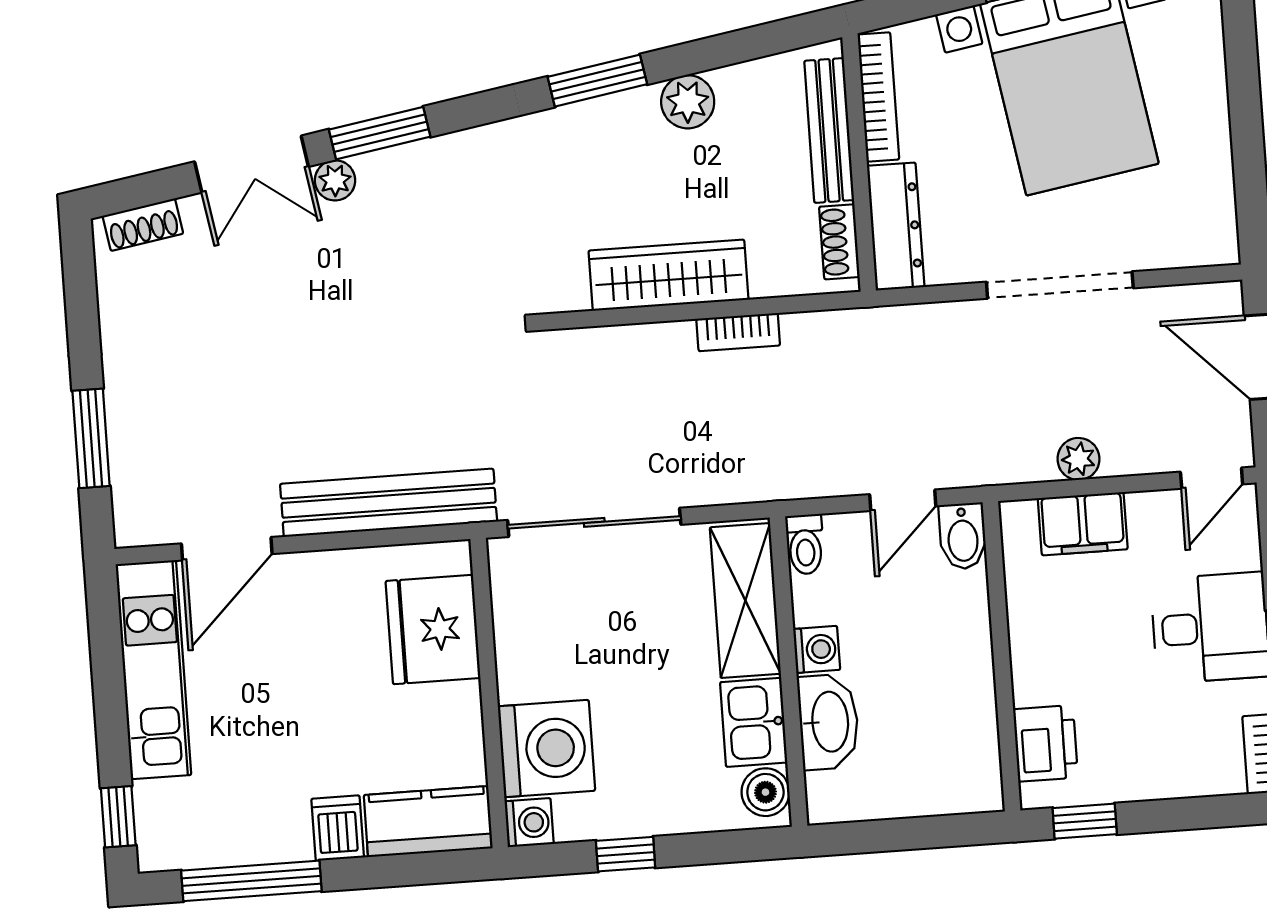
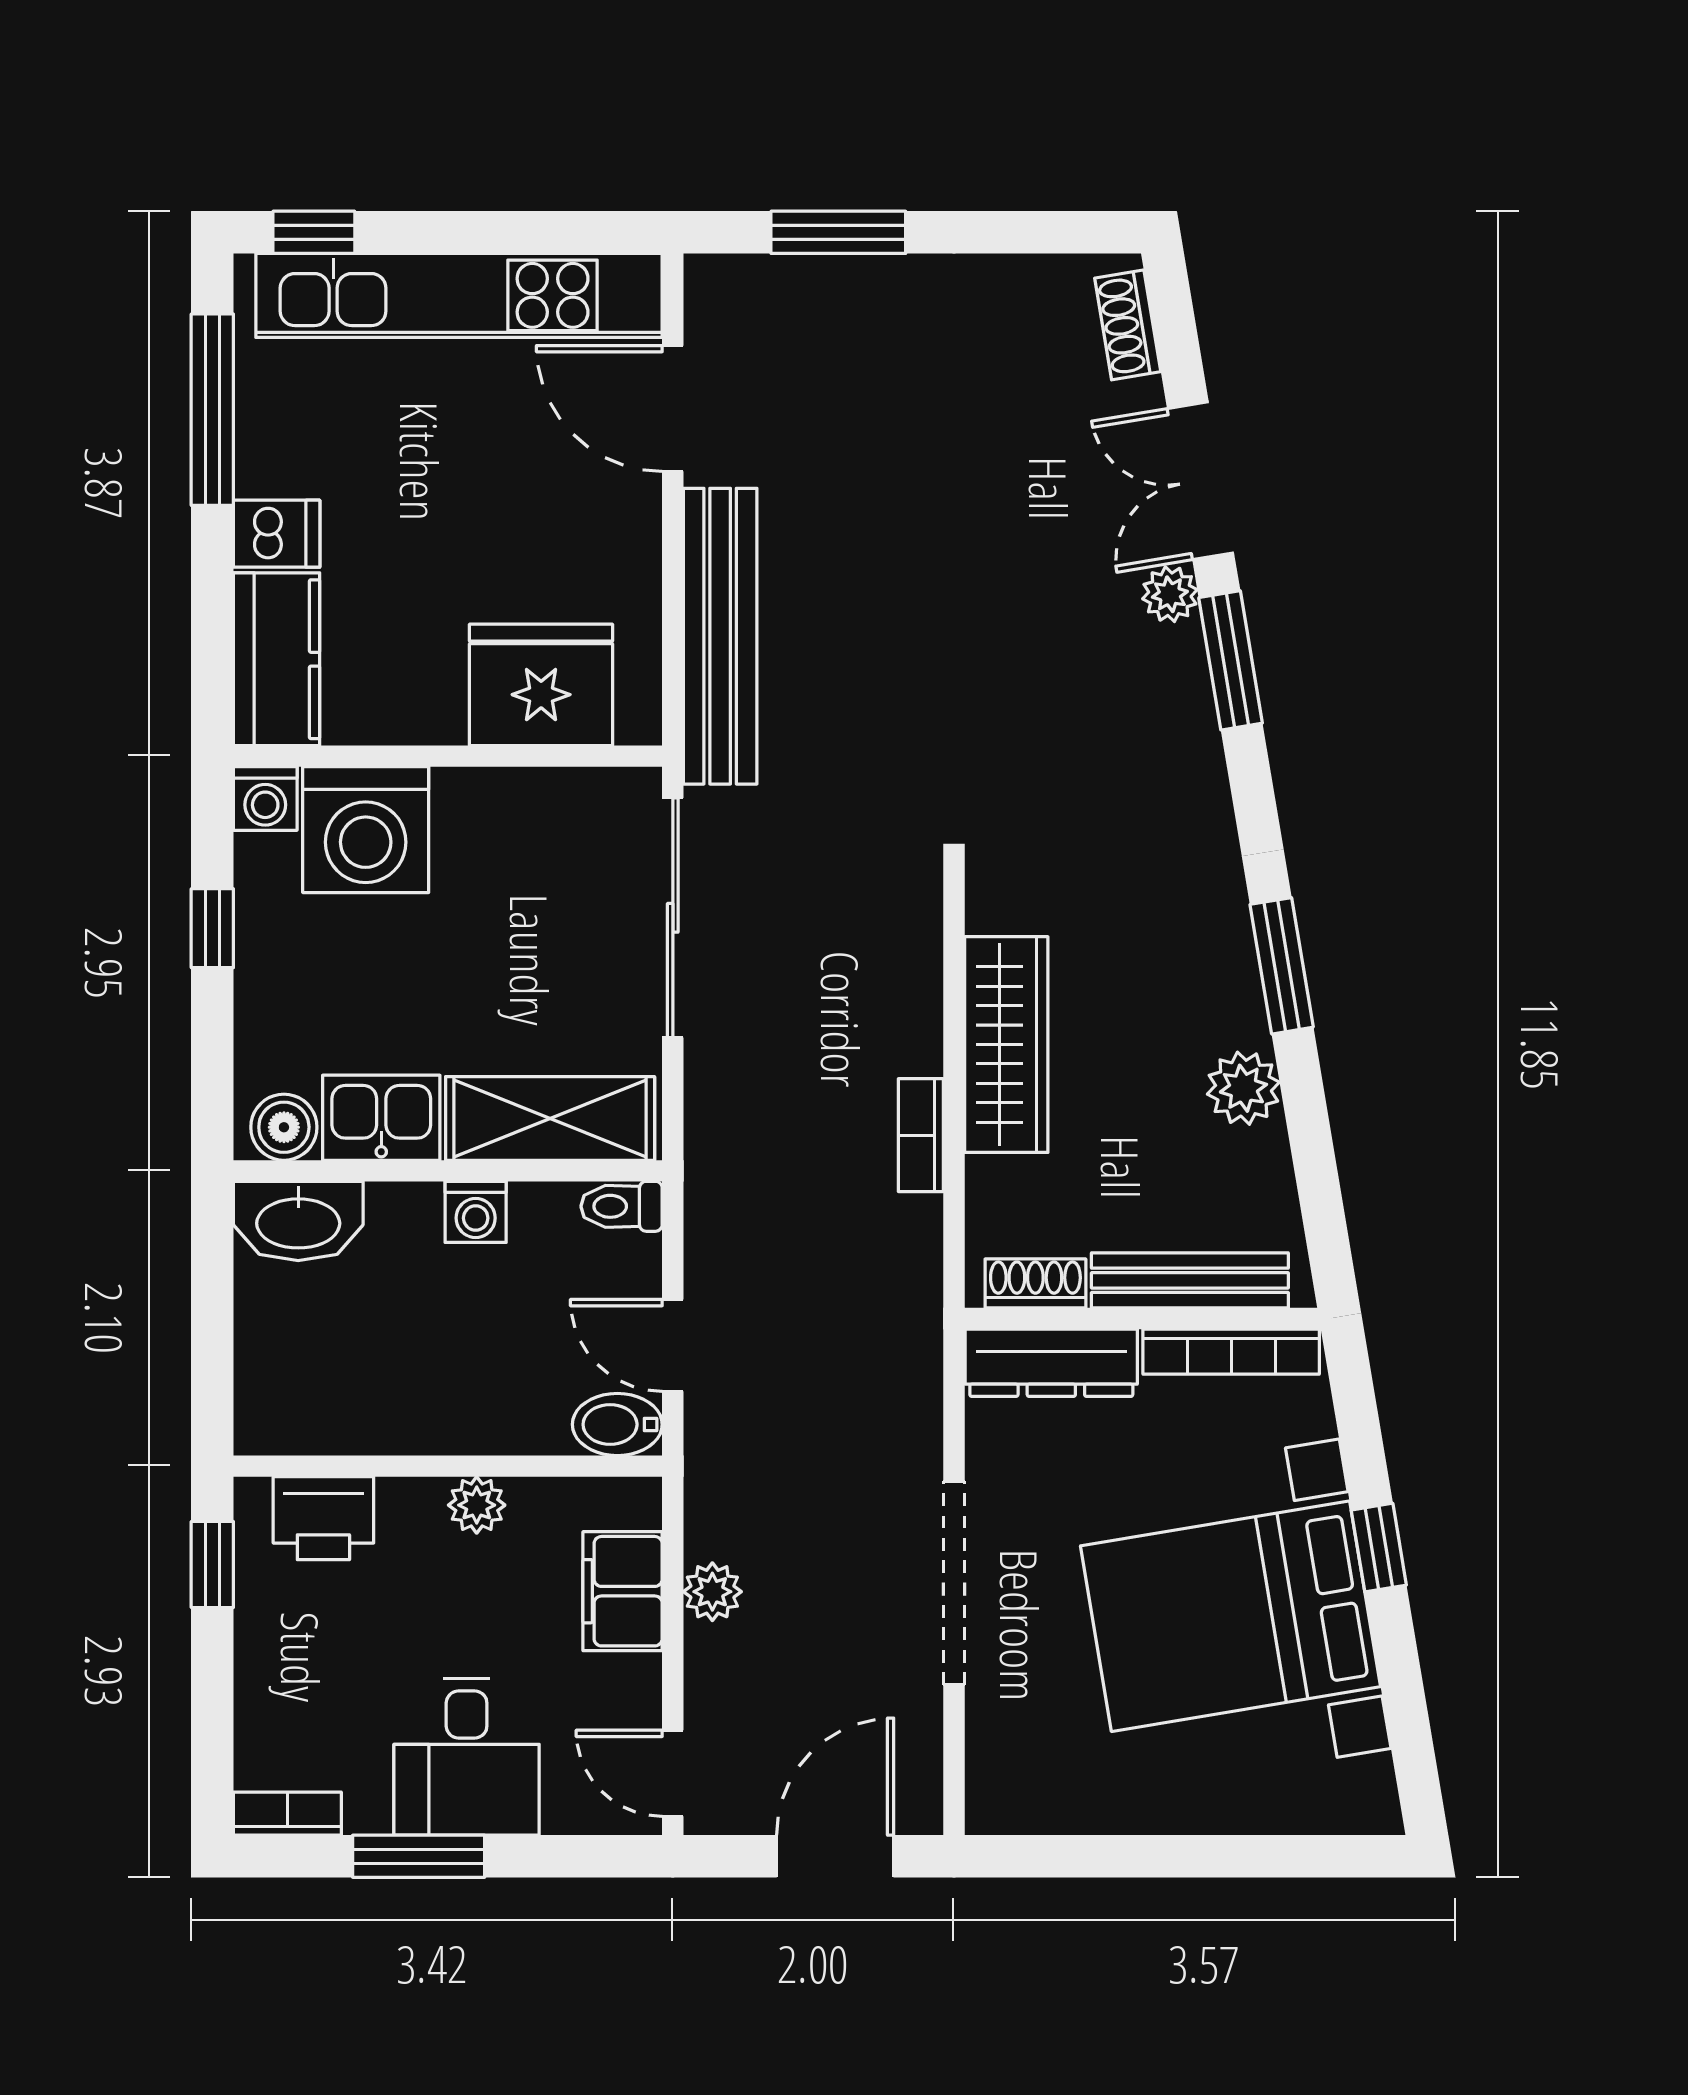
plant: (1028, 633) -> (477, 1505), added
kitchen unit: (153, 670) -> (459, 295), width x1.36
washbasin: (828, 722) -> (298, 1221), moved

